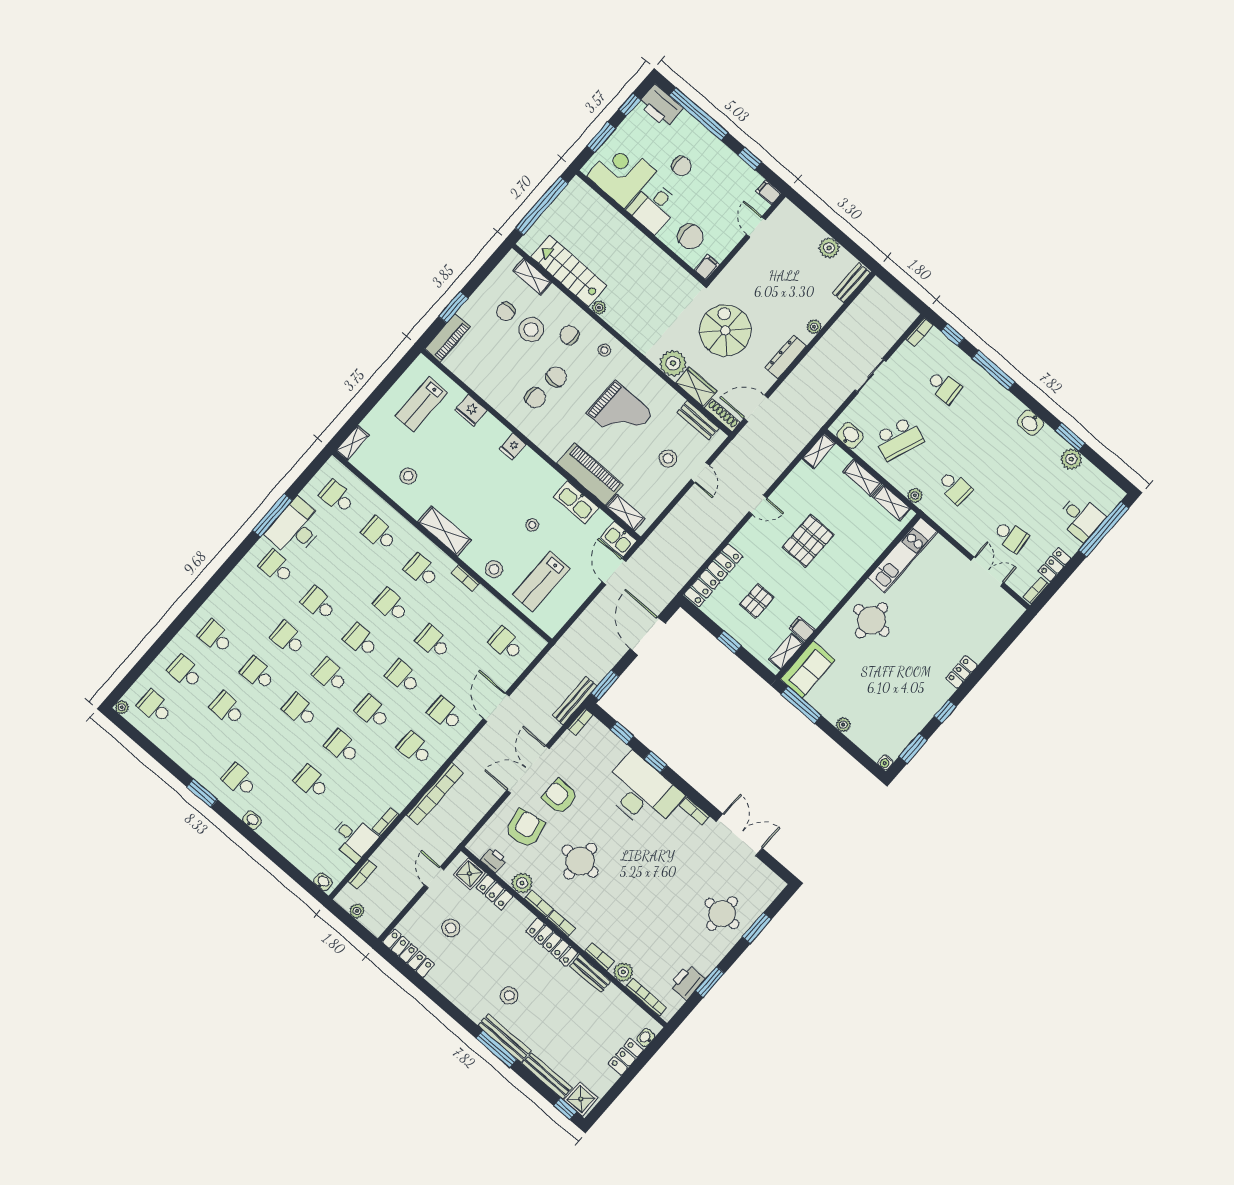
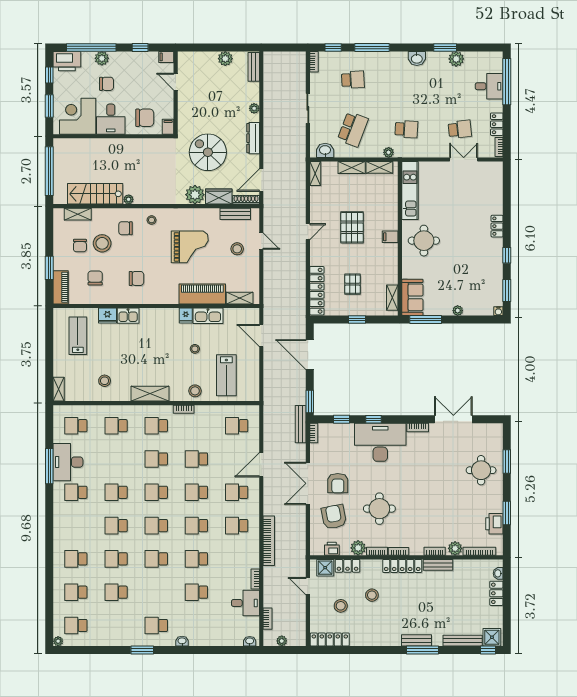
plant: (700, 135) -> (102, 58), added
chair: (556, 377) -> (95, 278), moved
lab bench: (421, 404) -> (78, 336), turned 180
fridge: (513, 446) -> (186, 315), moved
kitchen sink: (619, 539) -> (128, 316), moved
filing cabinet: (802, 629) -> (390, 237), moved
door: (496, 707) -> (261, 465), hinge flipped
armchair: (560, 796) -> (338, 483), turned -90
stool: (509, 996) -> (372, 595), moved
bench: (504, 1038) -> (416, 640), width x0.73

